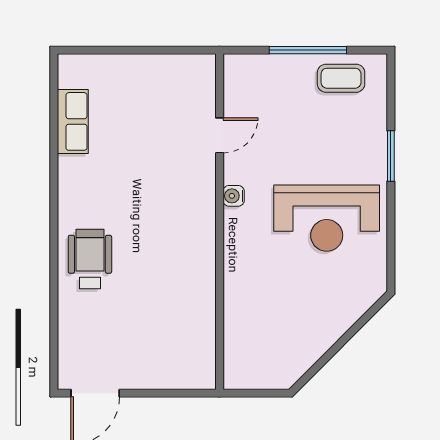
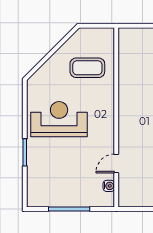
coffee table: (341, 78) -> (87, 68), moved, width x1.36, depth x1.30
water cooler: (234, 196) -> (109, 186), moved

